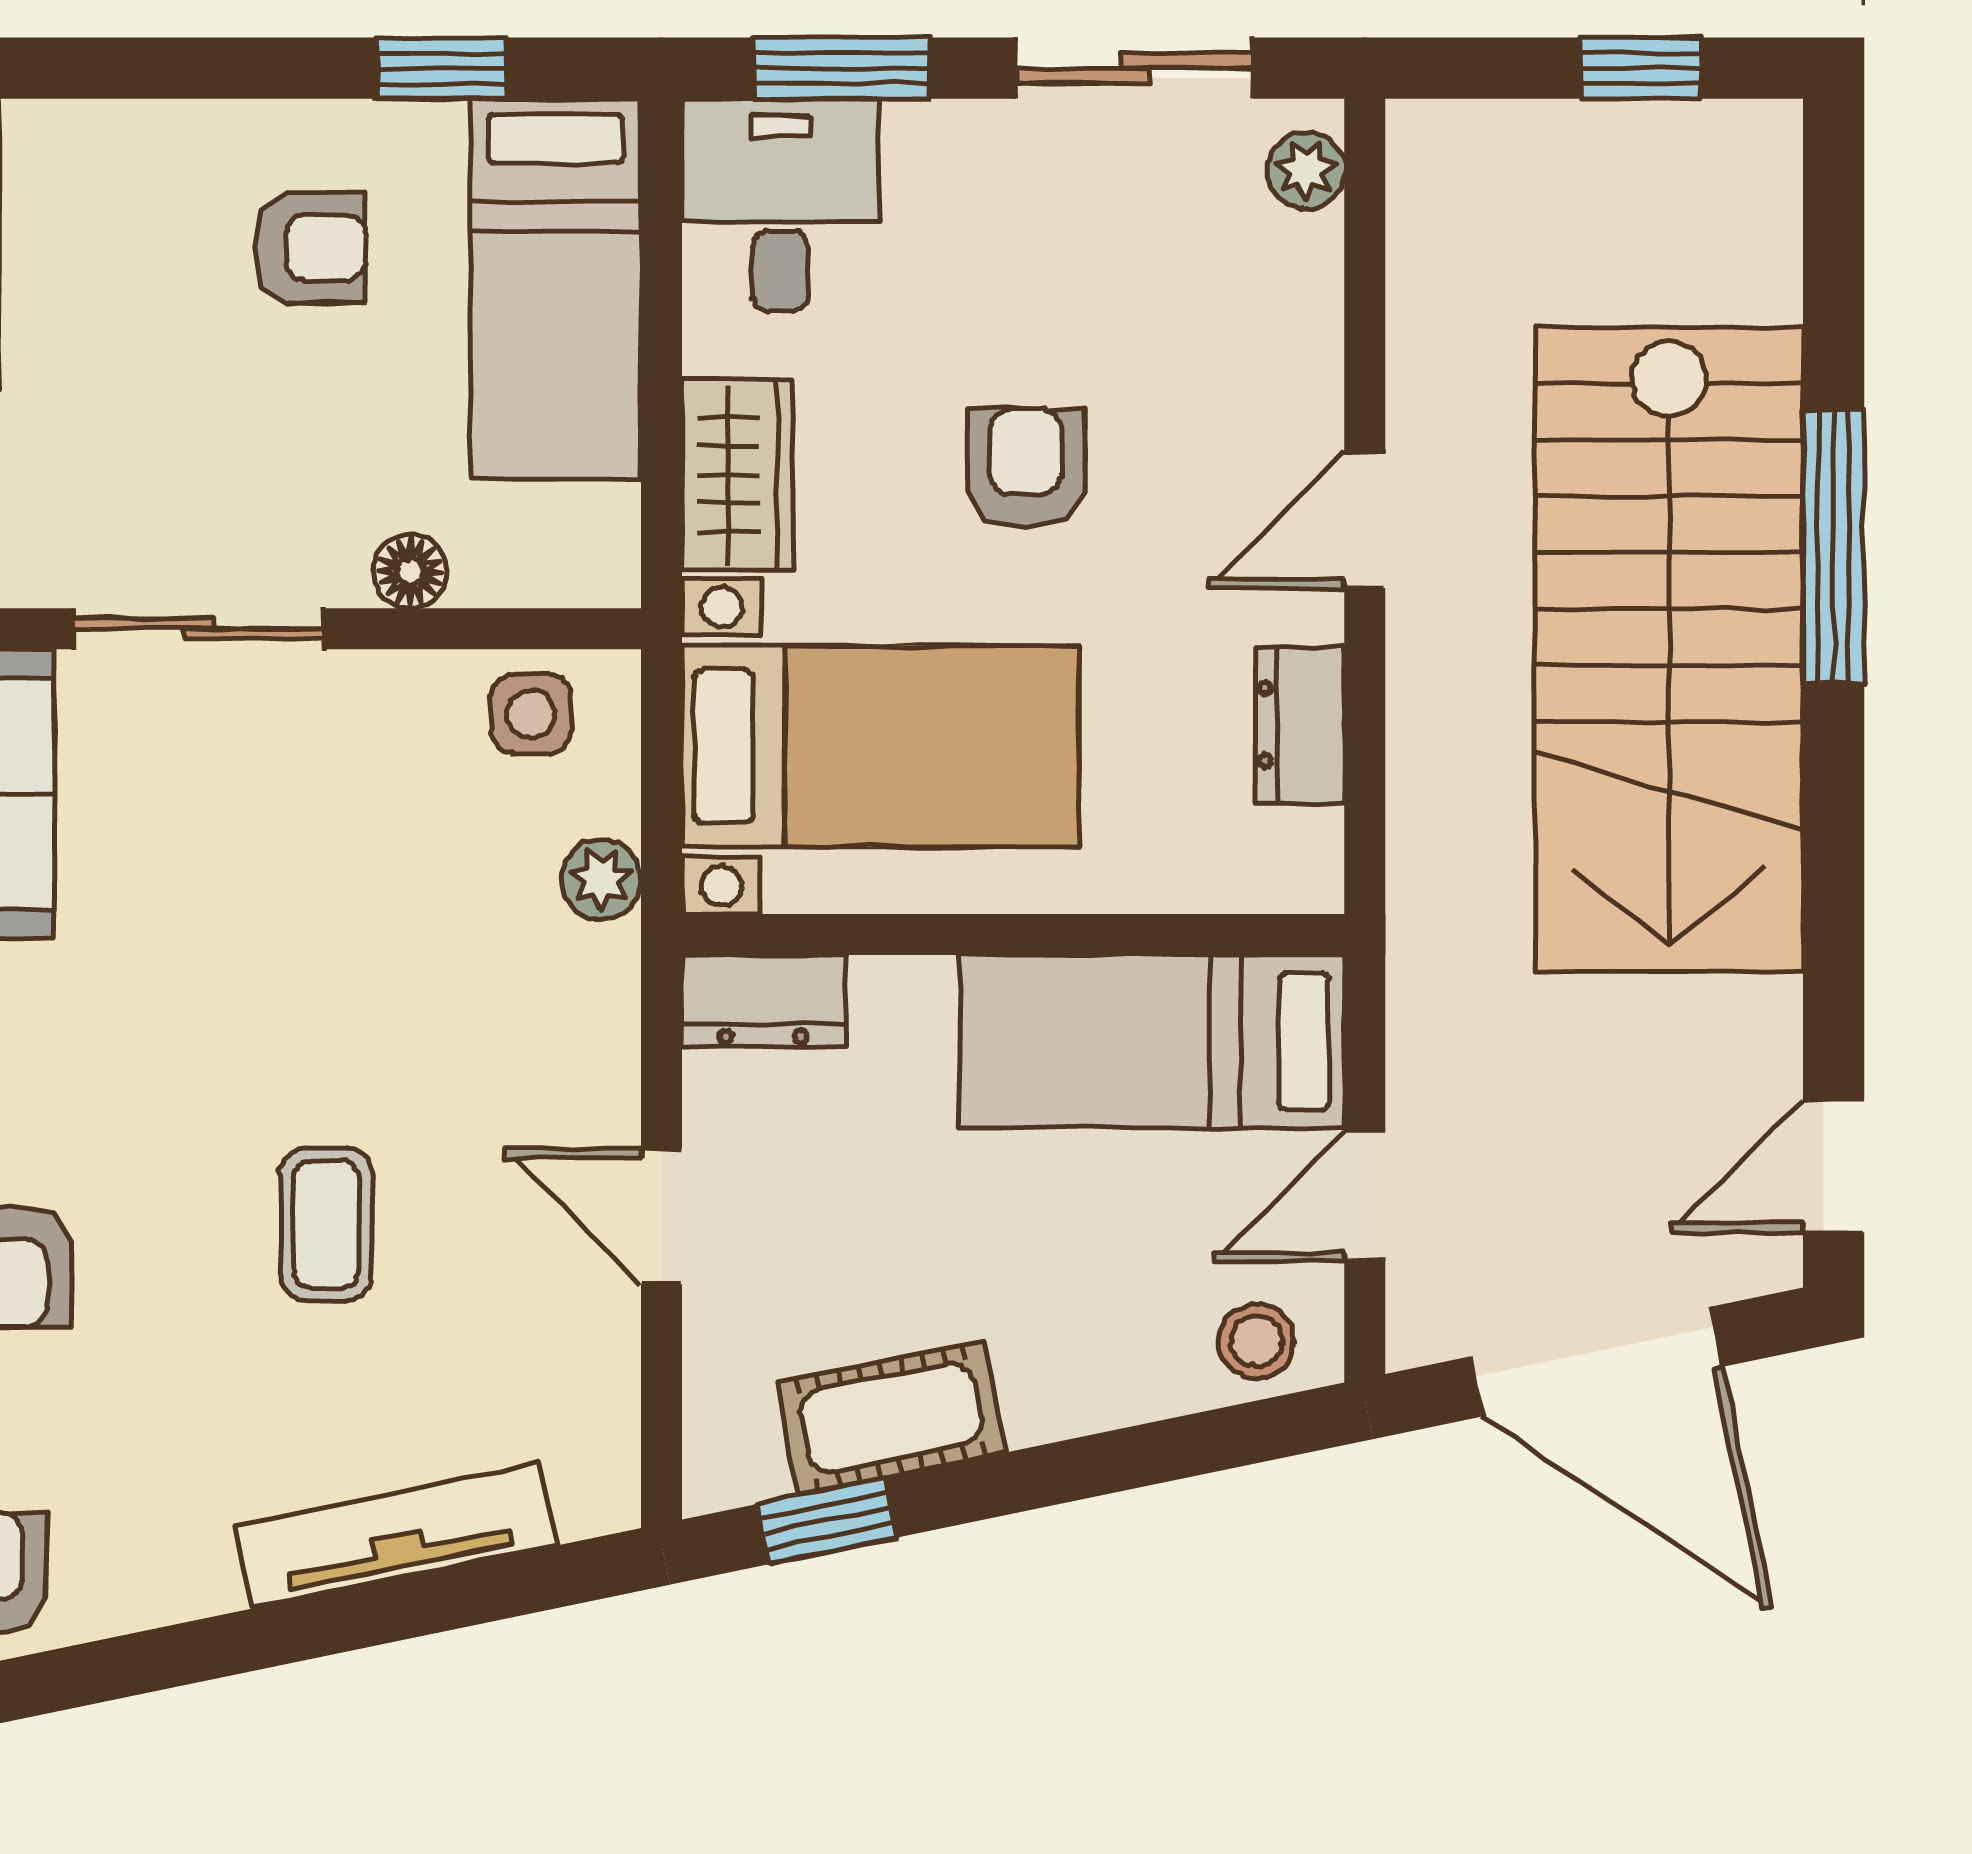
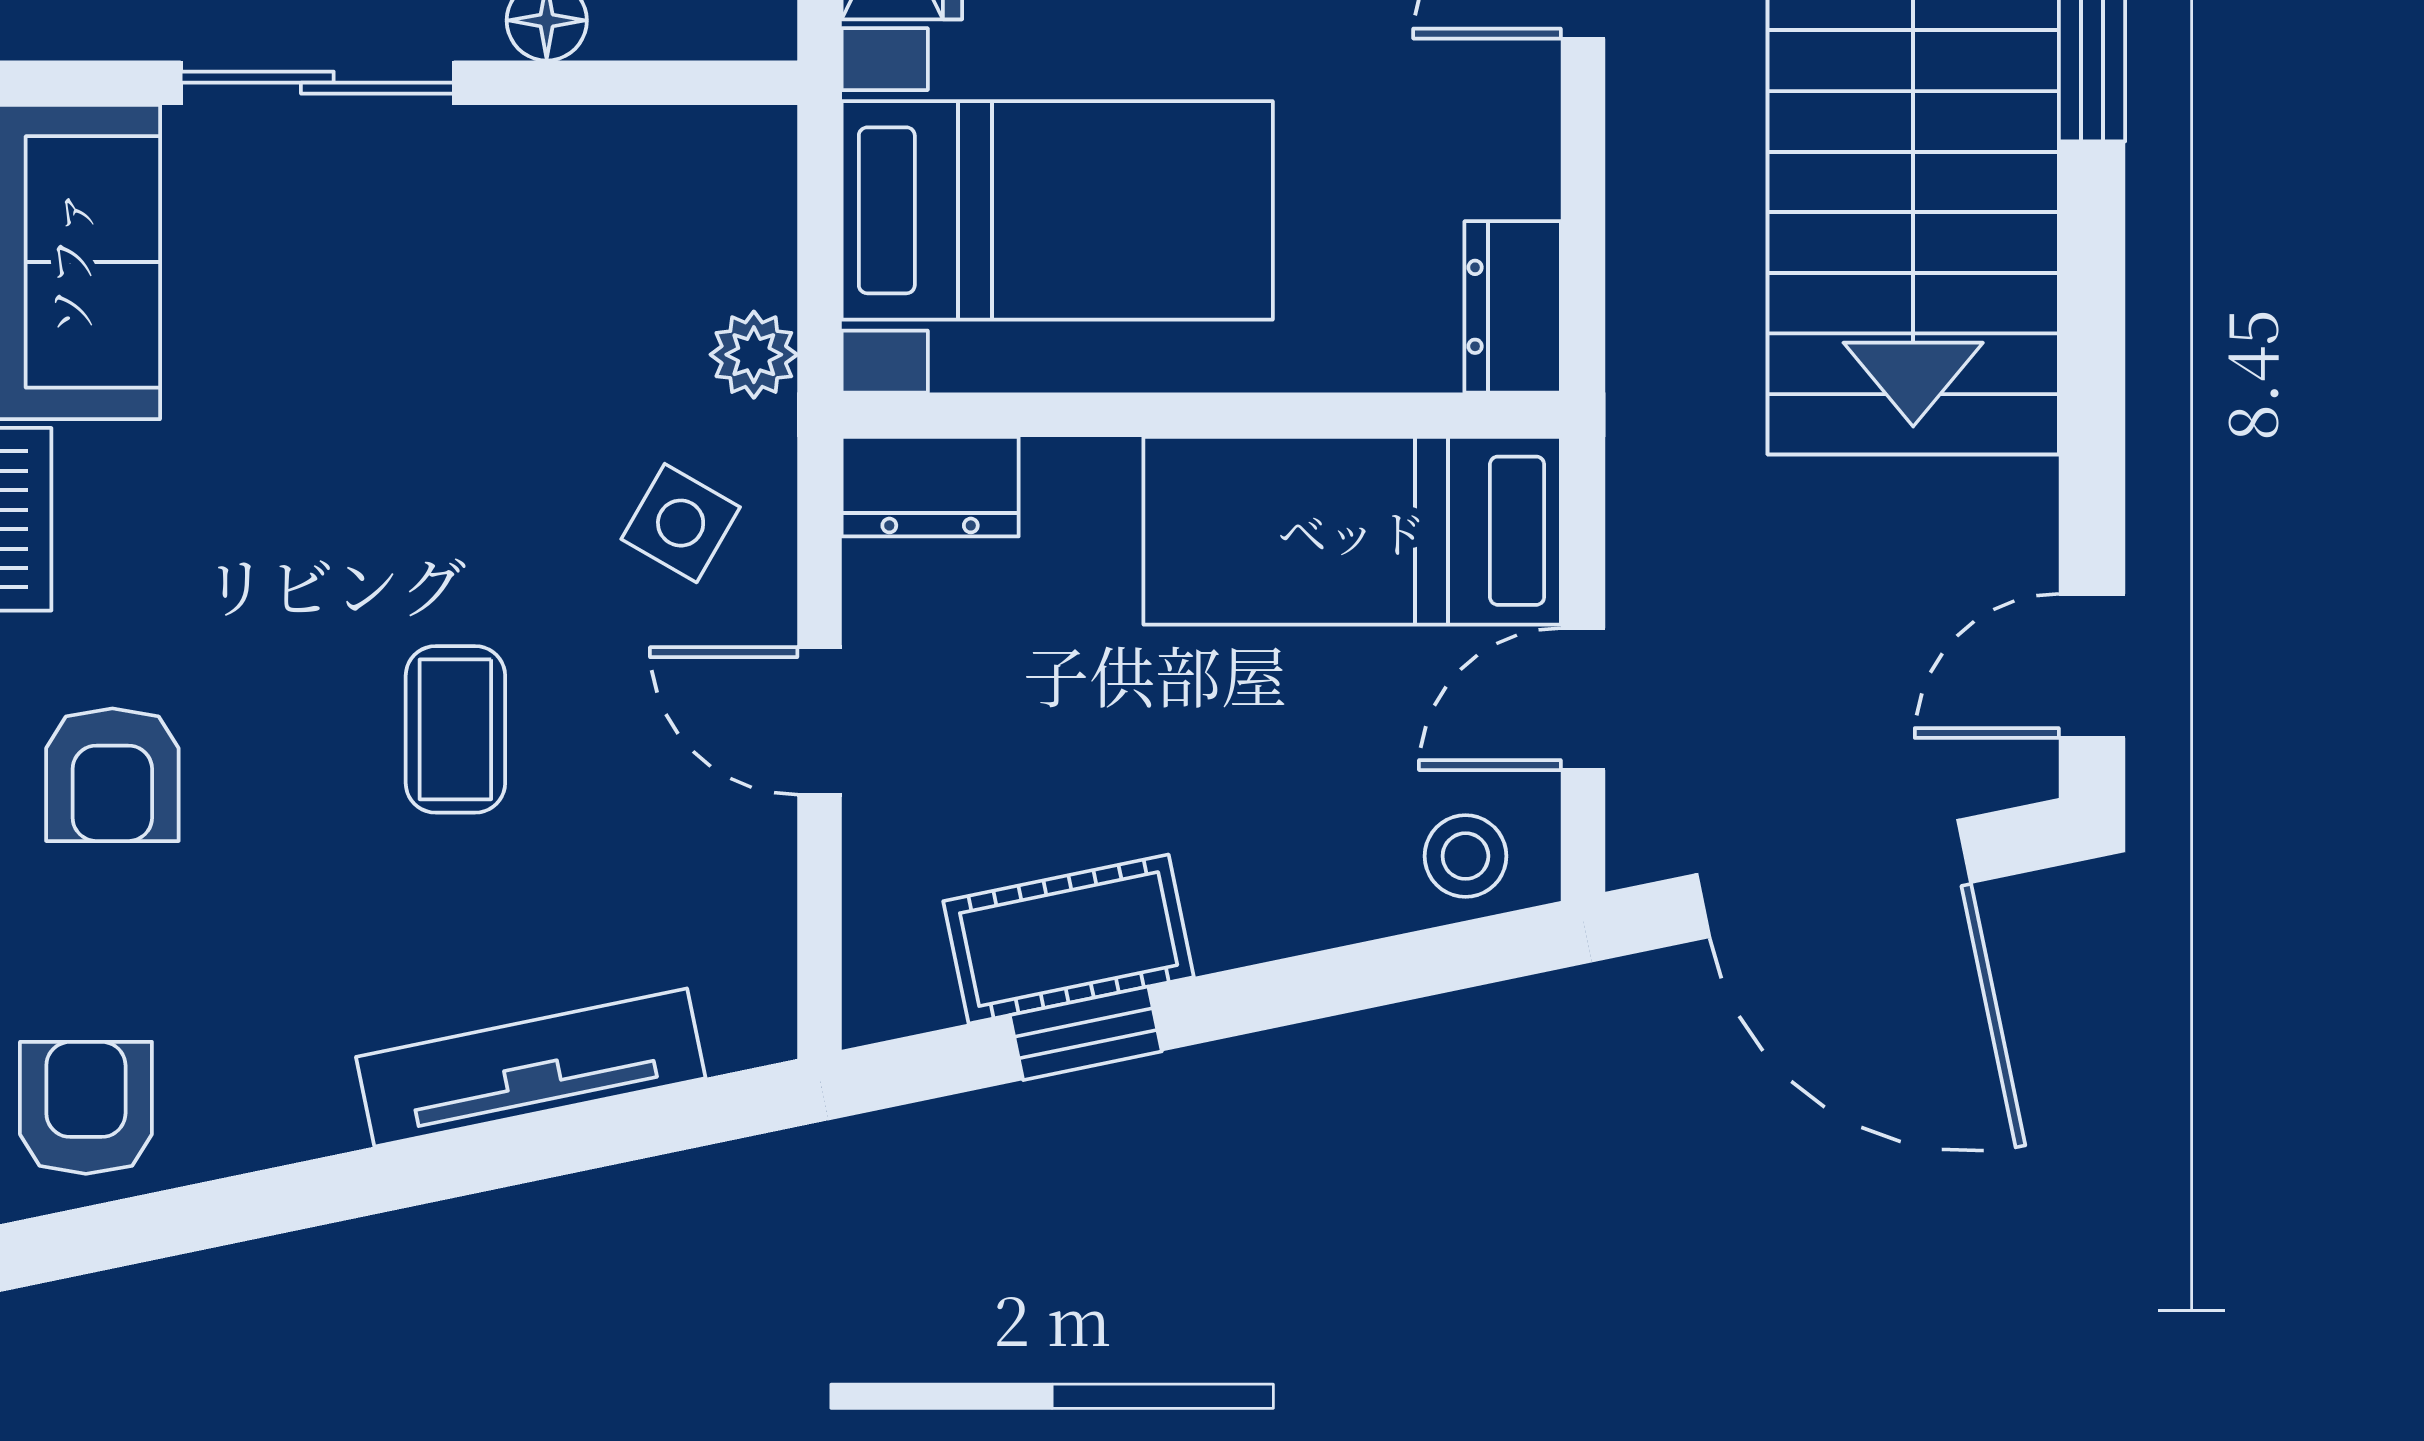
side table: (531, 714) -> (681, 523), moved, turned 30
dresser: (1300, 725) -> (1513, 307), moved
window: (827, 1521) -> (1086, 1033), moved

